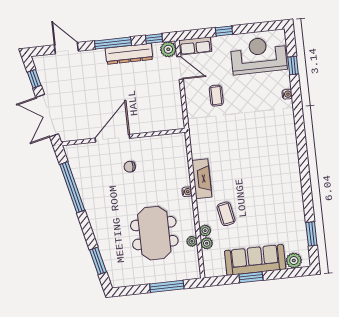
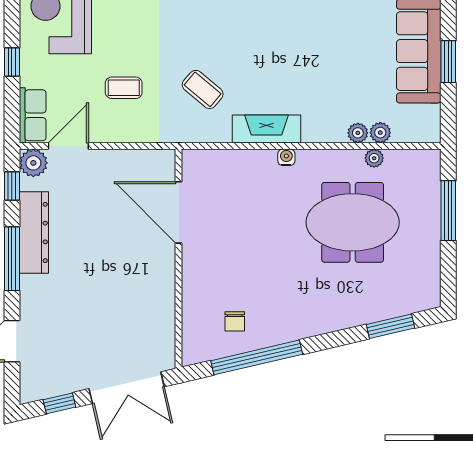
door: (112, 138) -> (178, 212), moved
chair: (130, 167) -> (235, 321), moved
coffee table: (226, 214) -> (203, 89), moved, turned 51

